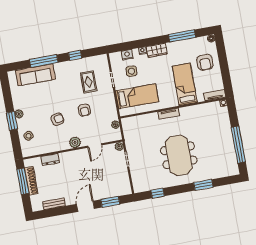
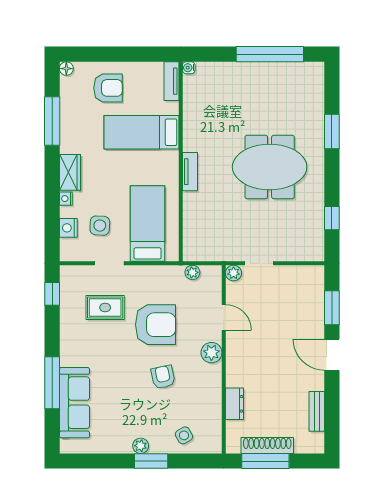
window: (75, 55) -> (52, 294), moved
armchair: (84, 110) -> (155, 325), width x1.88, depth x1.88

